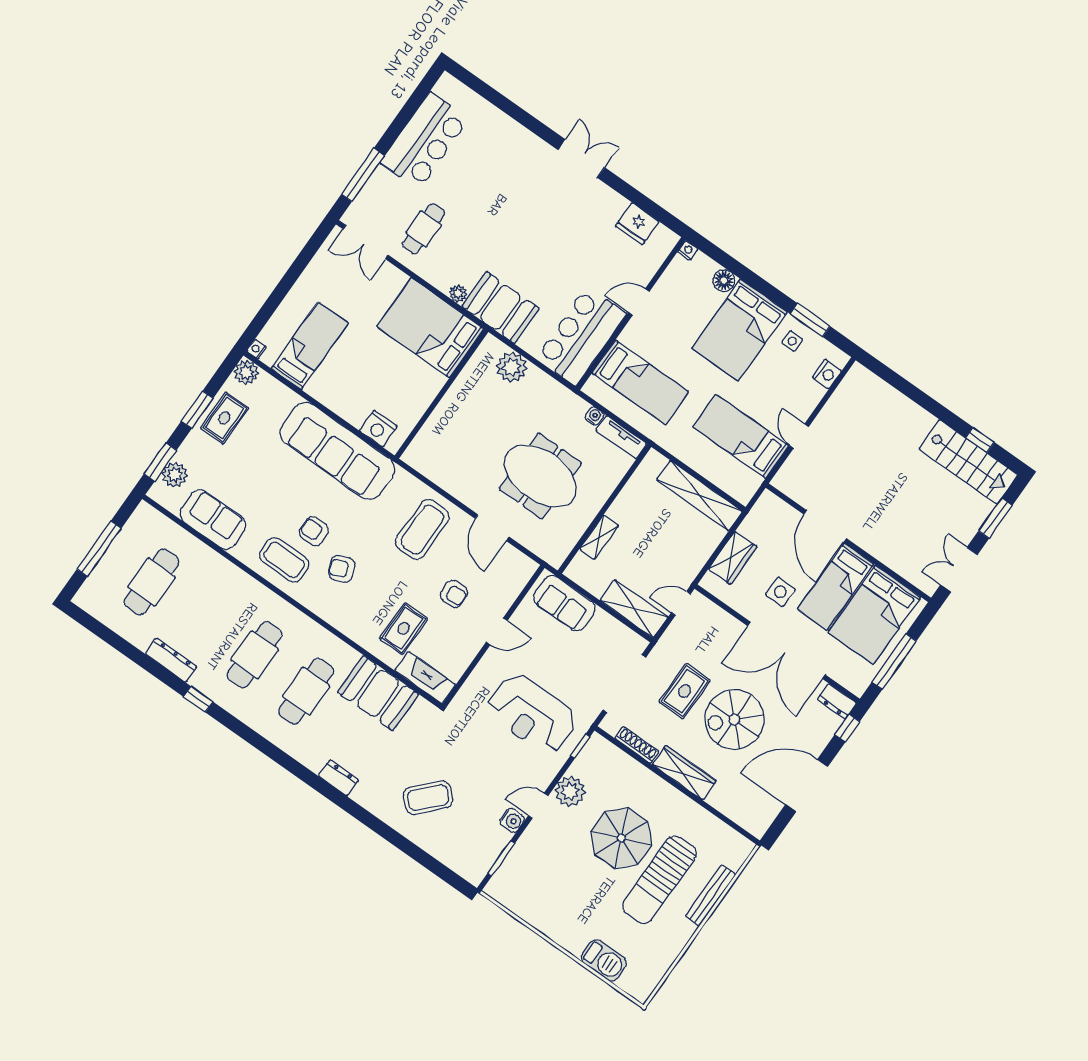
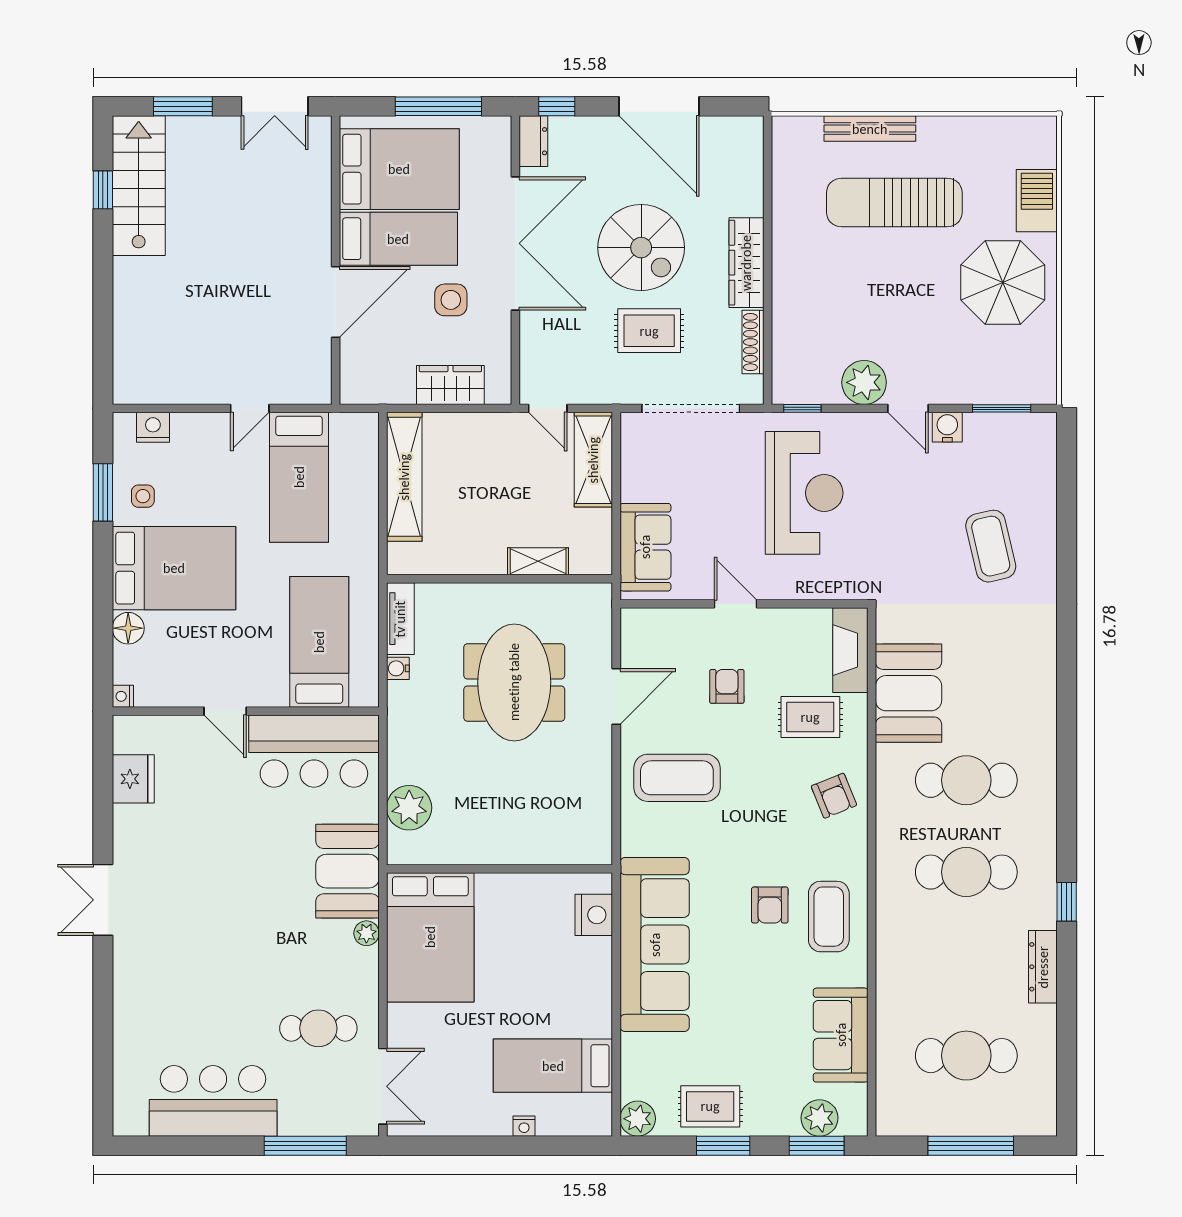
nightstand: (256, 349) -> (524, 1126), moved
armchair: (342, 569) -> (834, 796), moved
dresser: (338, 778) -> (1043, 669), removed
coffee table: (428, 798) -> (991, 546), turned 34
parasol: (621, 838) -> (1003, 283), moved
sun lounger: (659, 880) -> (894, 203), turned 180

